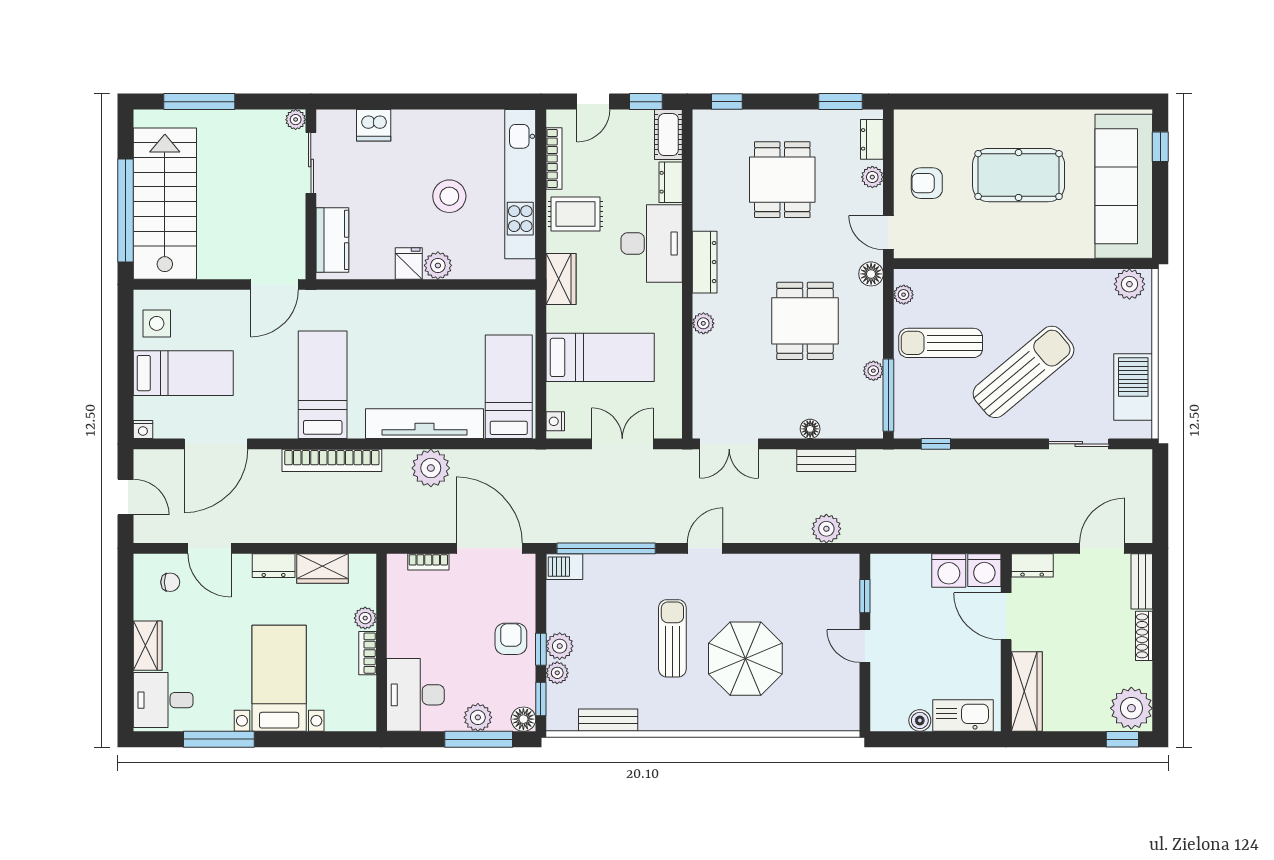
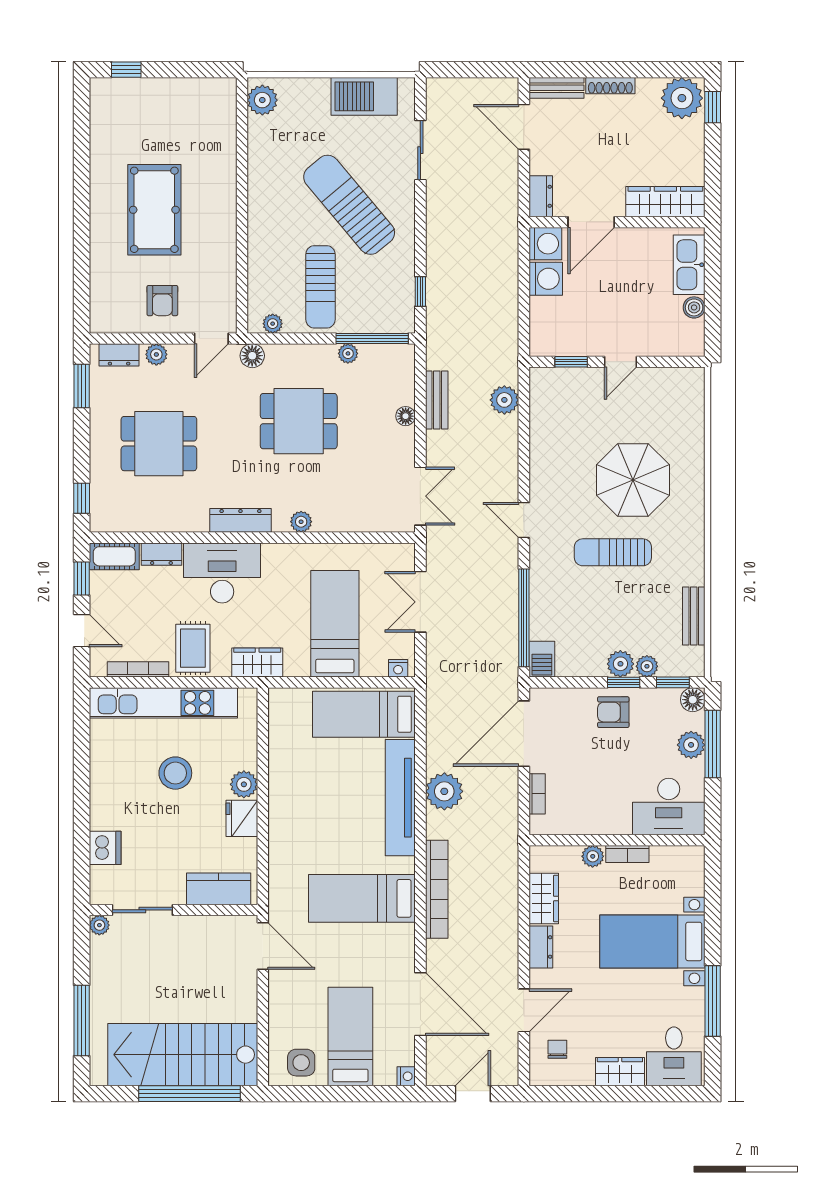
sofa: (1124, 186) -> (165, 106), removed
fridge: (409, 263) -> (242, 818), width x1.38

